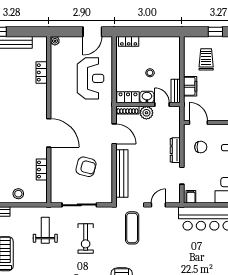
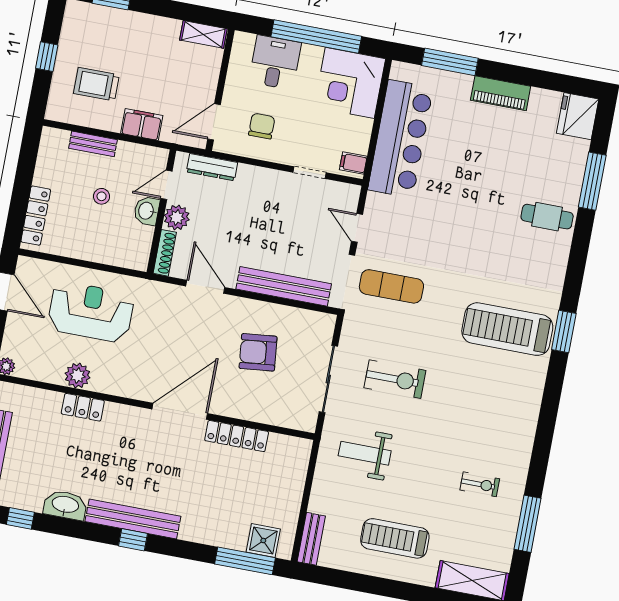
locker: (129, 41) -> (36, 216), width x1.53
locker: (42, 72) -> (83, 407), moved
plant: (57, 78) -> (78, 376), added
bench: (176, 91) -> (93, 144), moved
locker: (128, 97) -> (140, 247), removed
door: (114, 134) -> (205, 287), hinge flipped
dresser: (175, 150) -> (212, 167), moved
armchair: (86, 167) -> (258, 352), turned -111
locker: (42, 170) -> (237, 436), width x1.53
stool: (18, 194) -> (285, 491), removed

